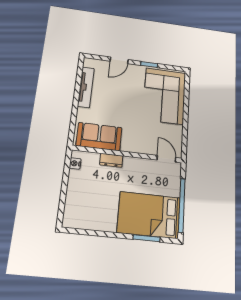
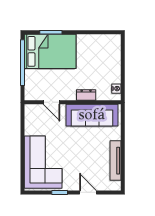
door: (119, 60) -> (88, 192), hinge flipped
sofa: (99, 137) -> (92, 115), width x1.36
door: (166, 159) -> (52, 102), moved

